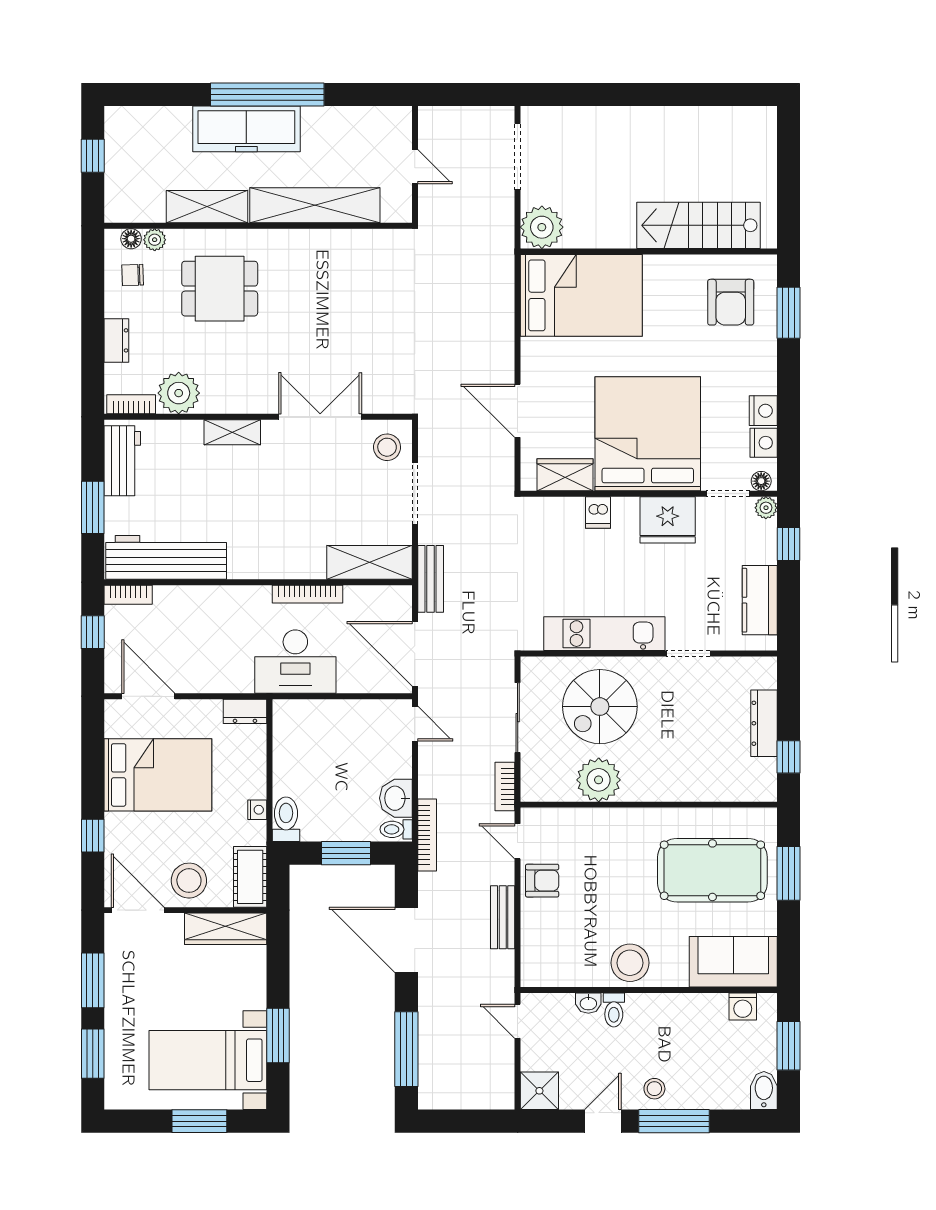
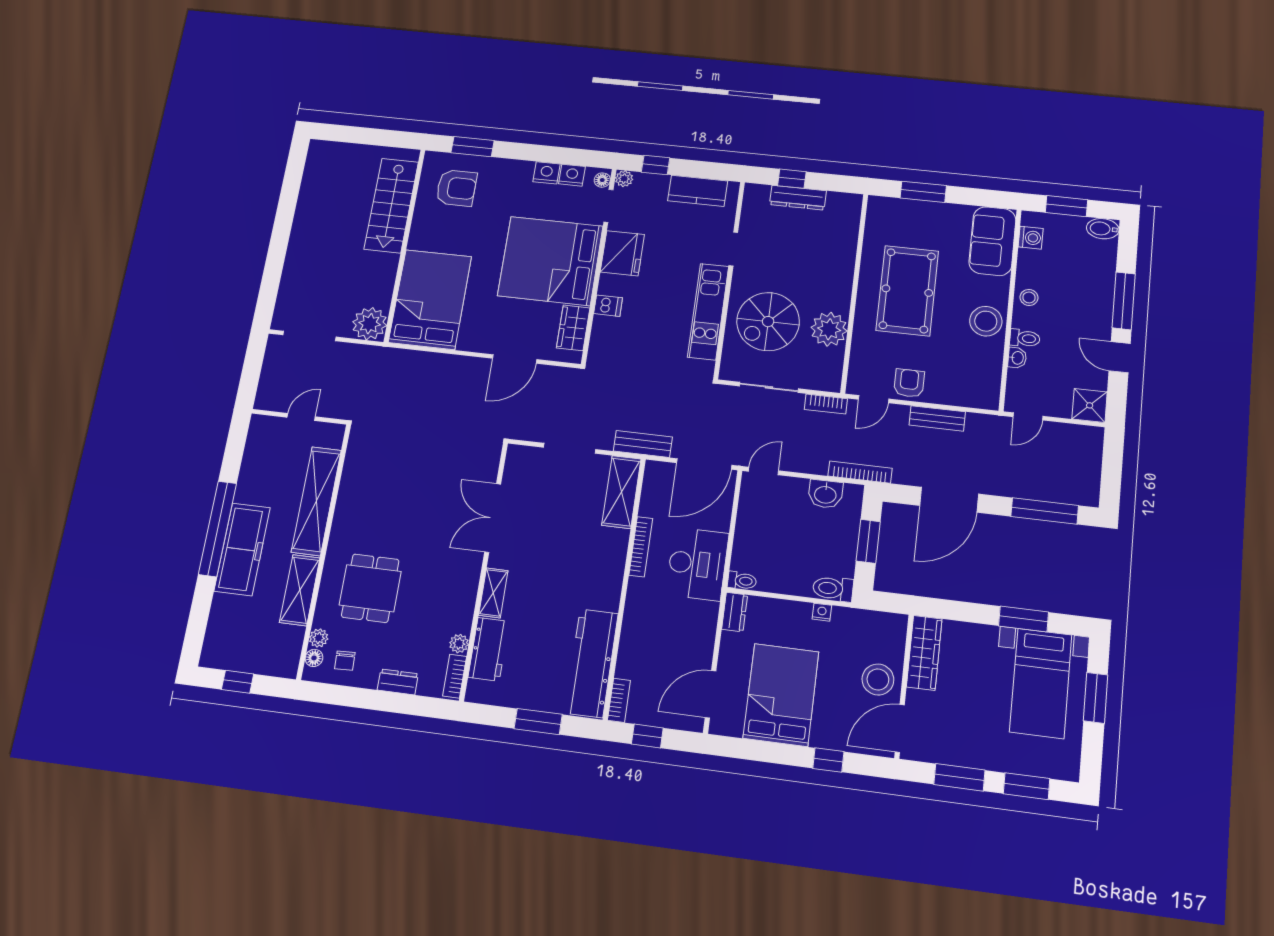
plant: (179, 393) -> (459, 644), width x0.53, depth x0.53
stool: (387, 447) -> (527, 466), removed
workbench: (122, 461) -> (489, 649), moved, turned 90
spiral stairs: (600, 707) -> (768, 322), turned 90
window: (788, 757) -> (792, 179), moved
toilet: (396, 829) -> (742, 581), moved, turned -90
pool table: (712, 870) -> (907, 291), moved
cot: (250, 877) -> (880, 626), removed
stool: (654, 1089) -> (1029, 297), moved

